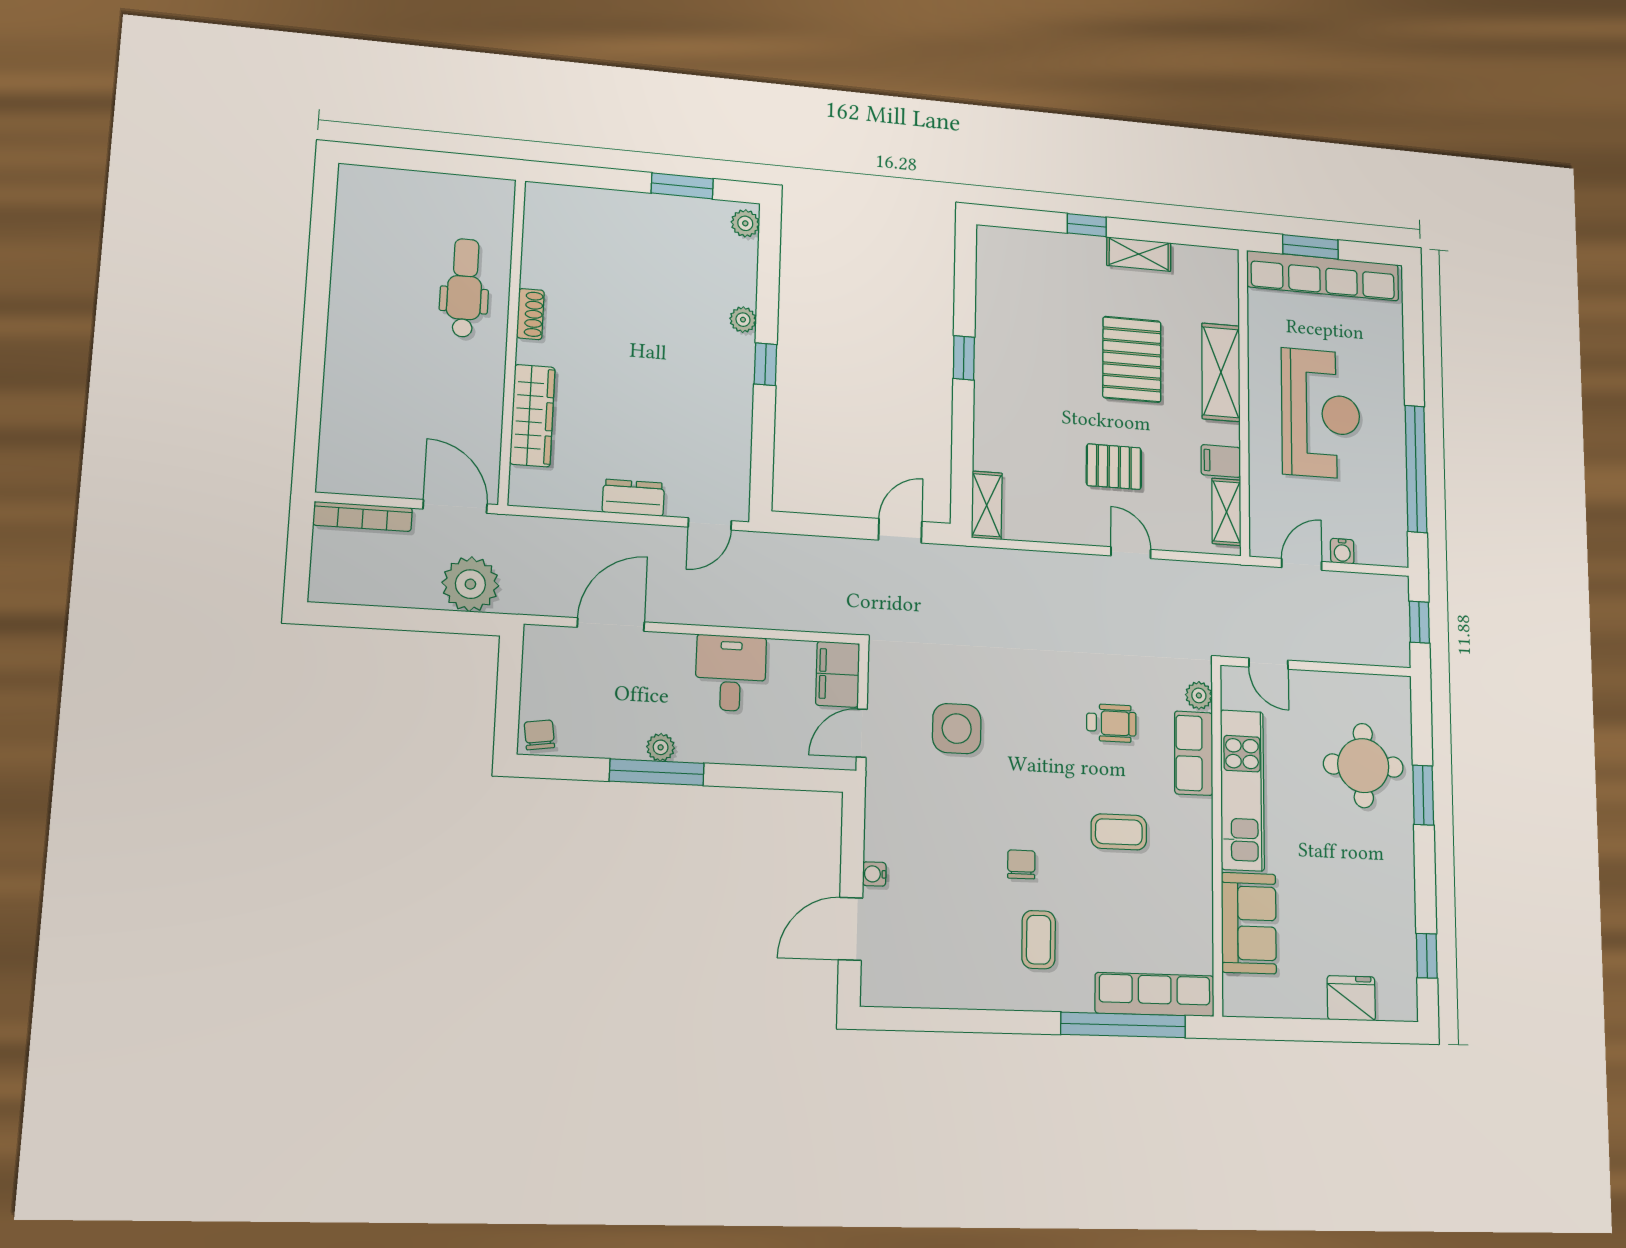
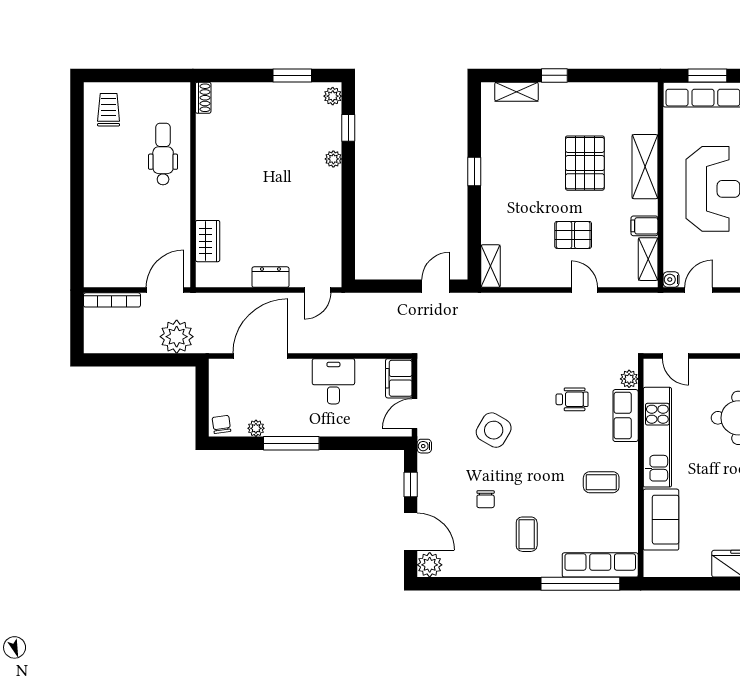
trolley: (377, 210) -> (109, 110), added
shelving: (1139, 254) -> (516, 92), moved
shoe rack: (530, 314) -> (203, 98), moved
window: (765, 364) -> (348, 128), moved
wardrobe: (532, 416) -> (208, 241), width x0.67
door: (455, 506) -> (165, 290), hinge flipped
water cooler: (1342, 551) -> (671, 280), moved, turned 90
door: (611, 625) -> (260, 356), width x1.36
side table: (957, 729) -> (494, 430), moved, turned 30
plant: (661, 747) -> (256, 428), moved
coffee table: (1119, 832) -> (601, 482), moved
window: (852, 850) -> (411, 484), added
chair: (1021, 864) -> (486, 499), moved, turned 180
water cooler: (874, 874) -> (424, 446), moved
door: (851, 929) -> (411, 532), swing flipped
plant: (880, 986) -> (430, 565), added

